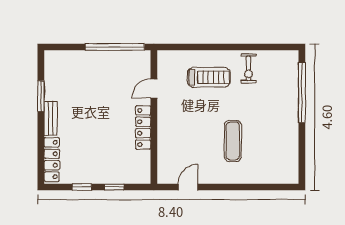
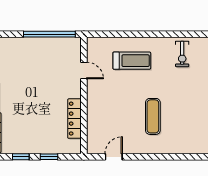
exercise bike: (249, 68) -> (182, 54), moved
door: (154, 89) -> (84, 71), swing flipped
locker: (143, 127) -> (74, 119), moved

